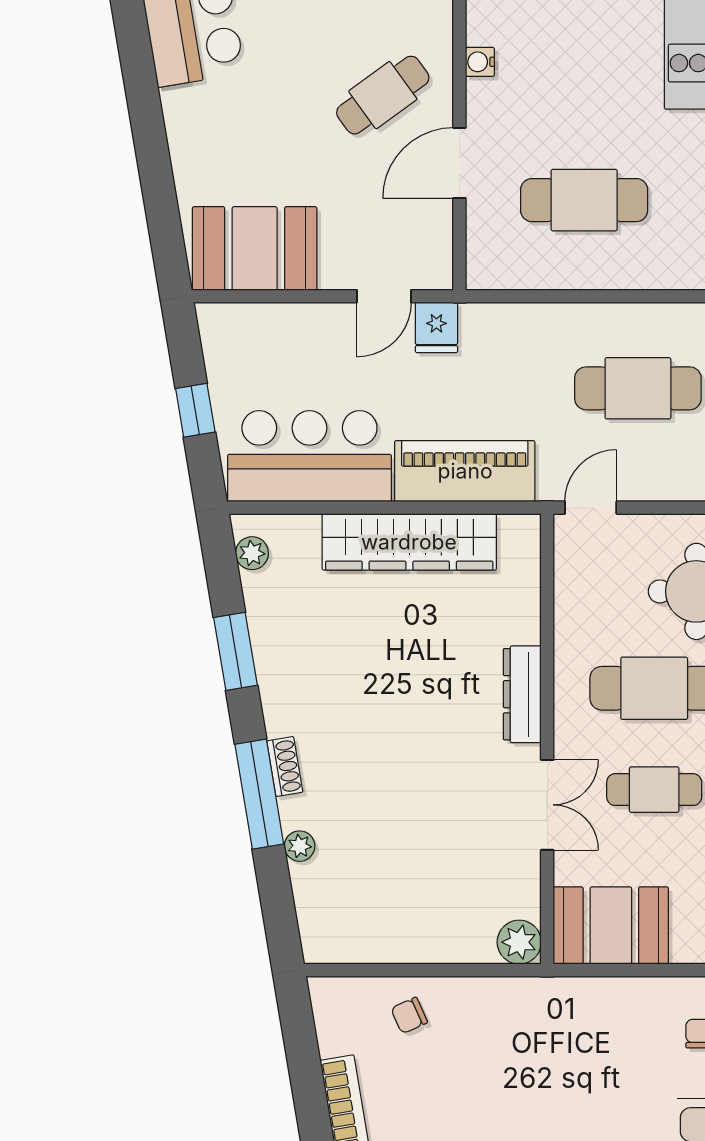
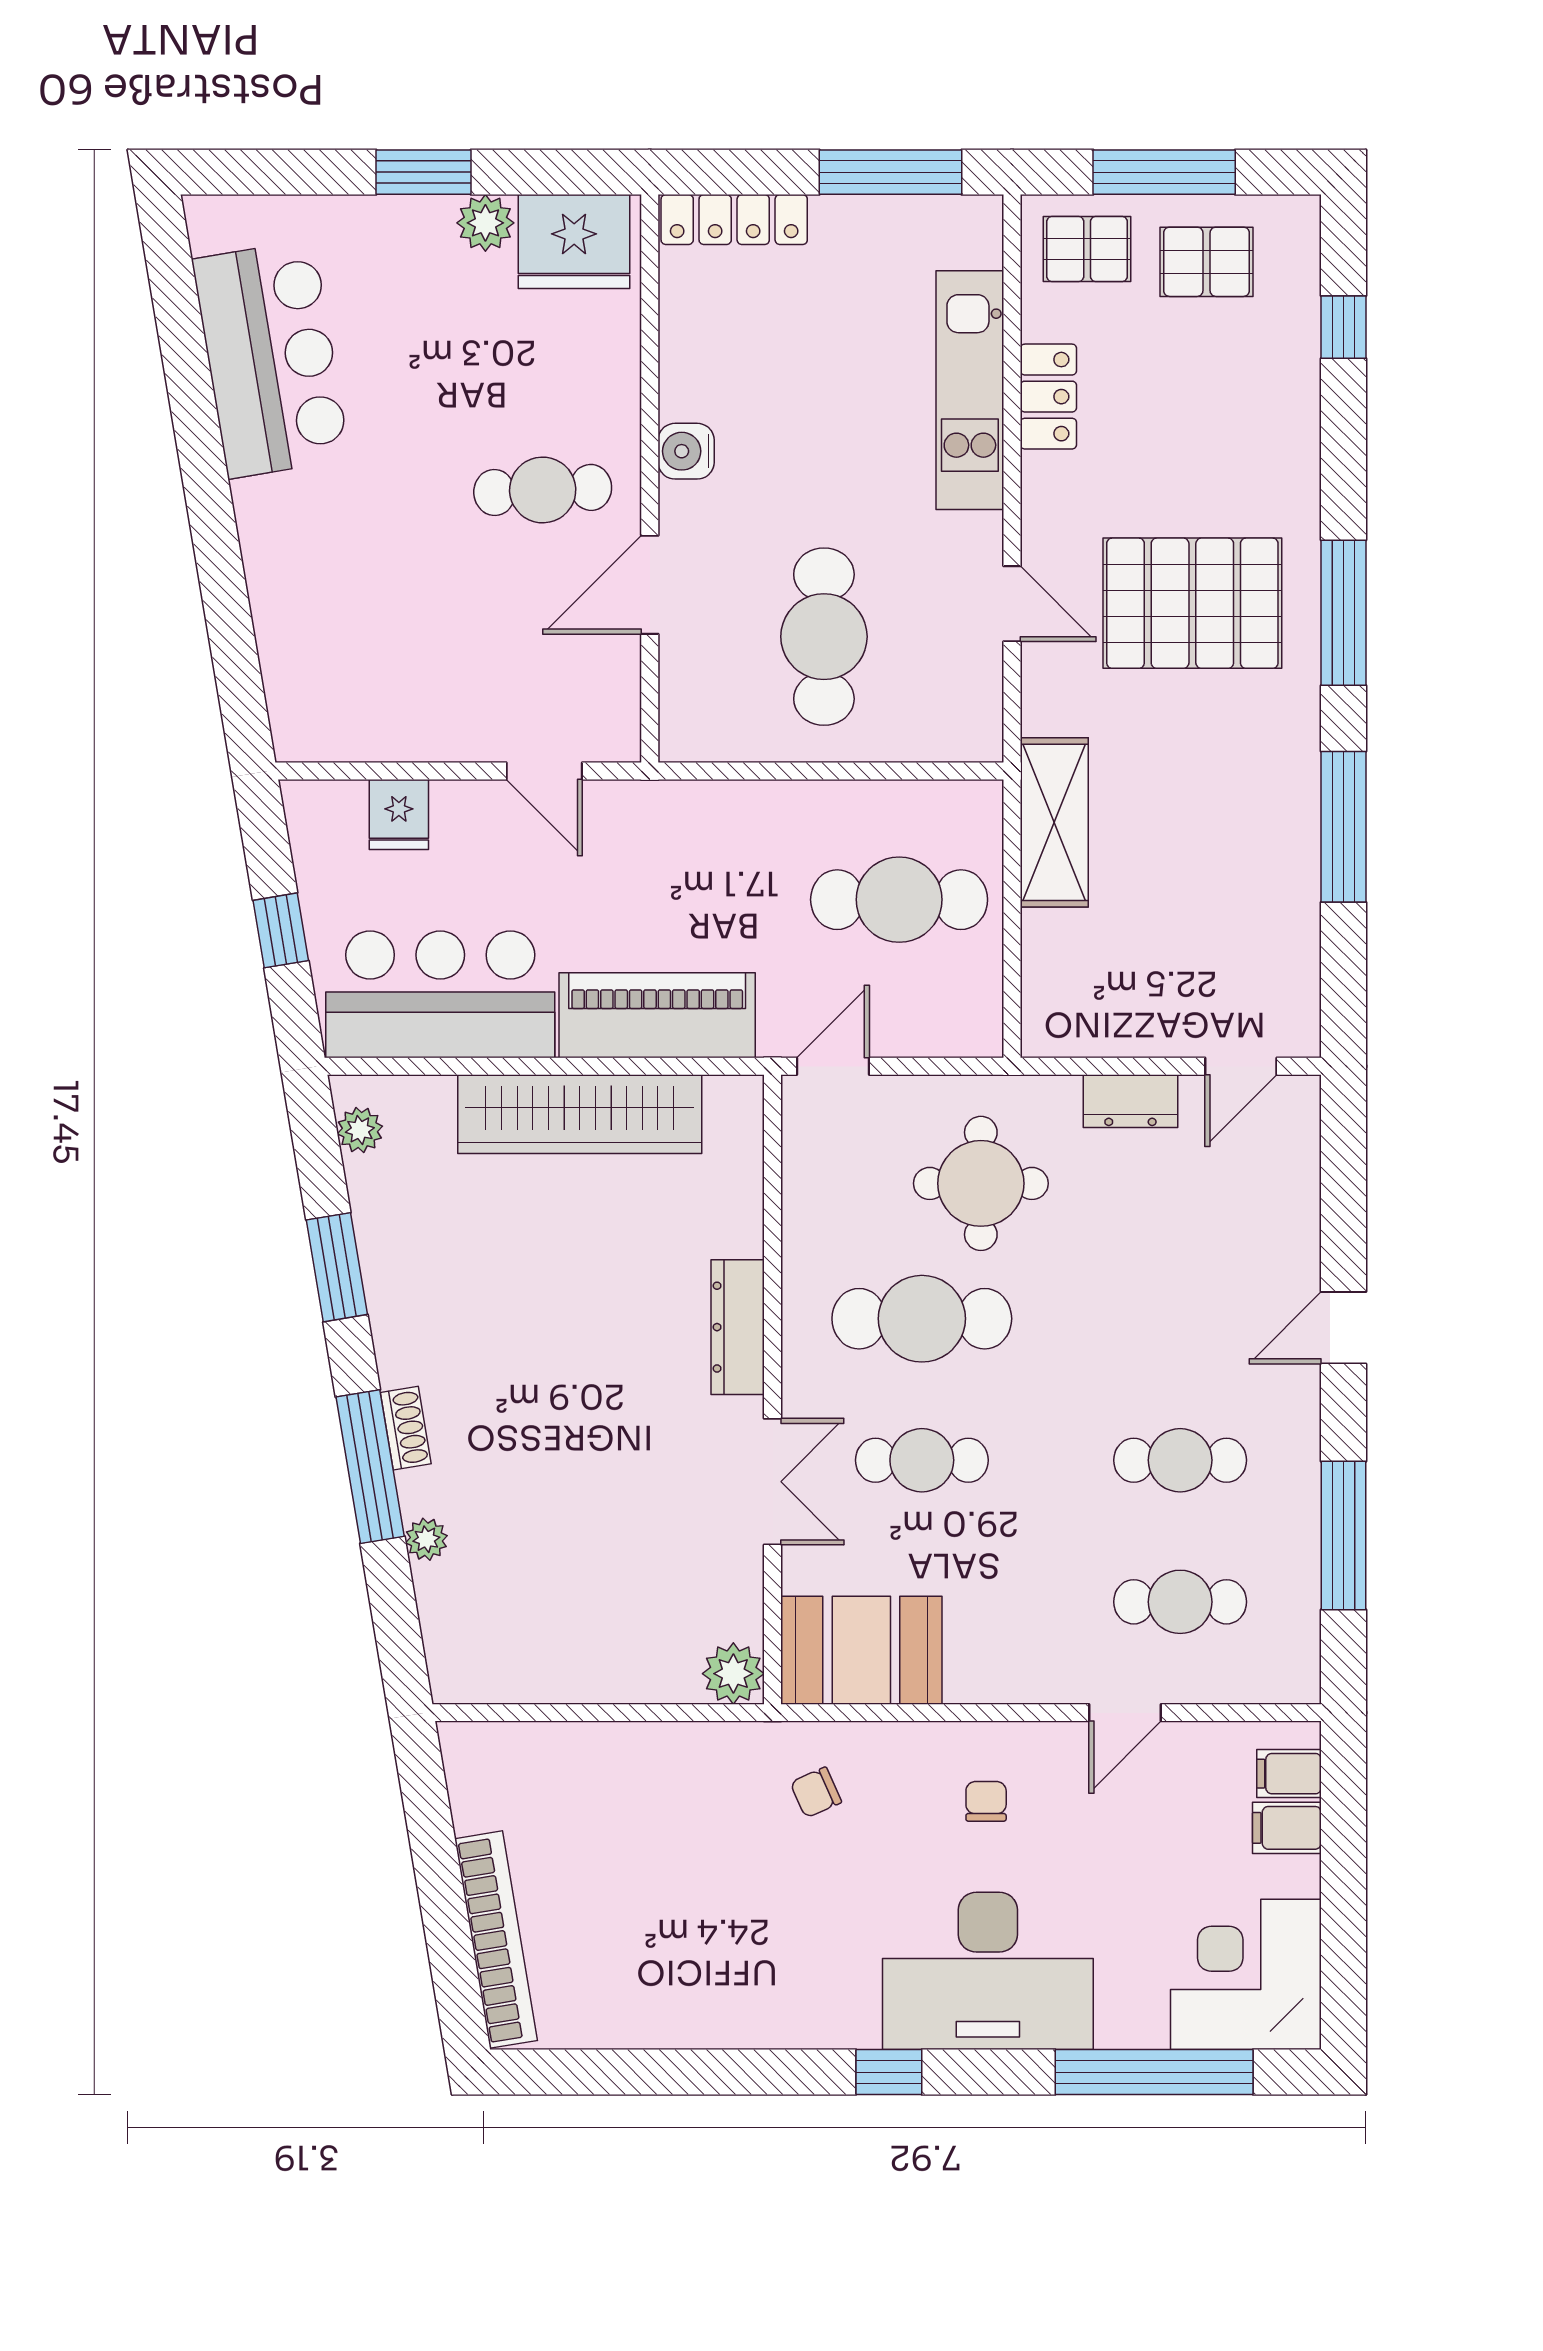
water cooler: (480, 62) -> (686, 451), width x1.38, depth x1.38
cafe table: (383, 95) -> (543, 490), turned 33
cafe table: (584, 200) -> (824, 637), turned 90
booth: (255, 248) -> (364, 704), removed
door: (384, 296) -> (544, 771), hinge flipped
fridge: (436, 327) -> (399, 815), moved
chair: (409, 1015) -> (816, 1792), moved

